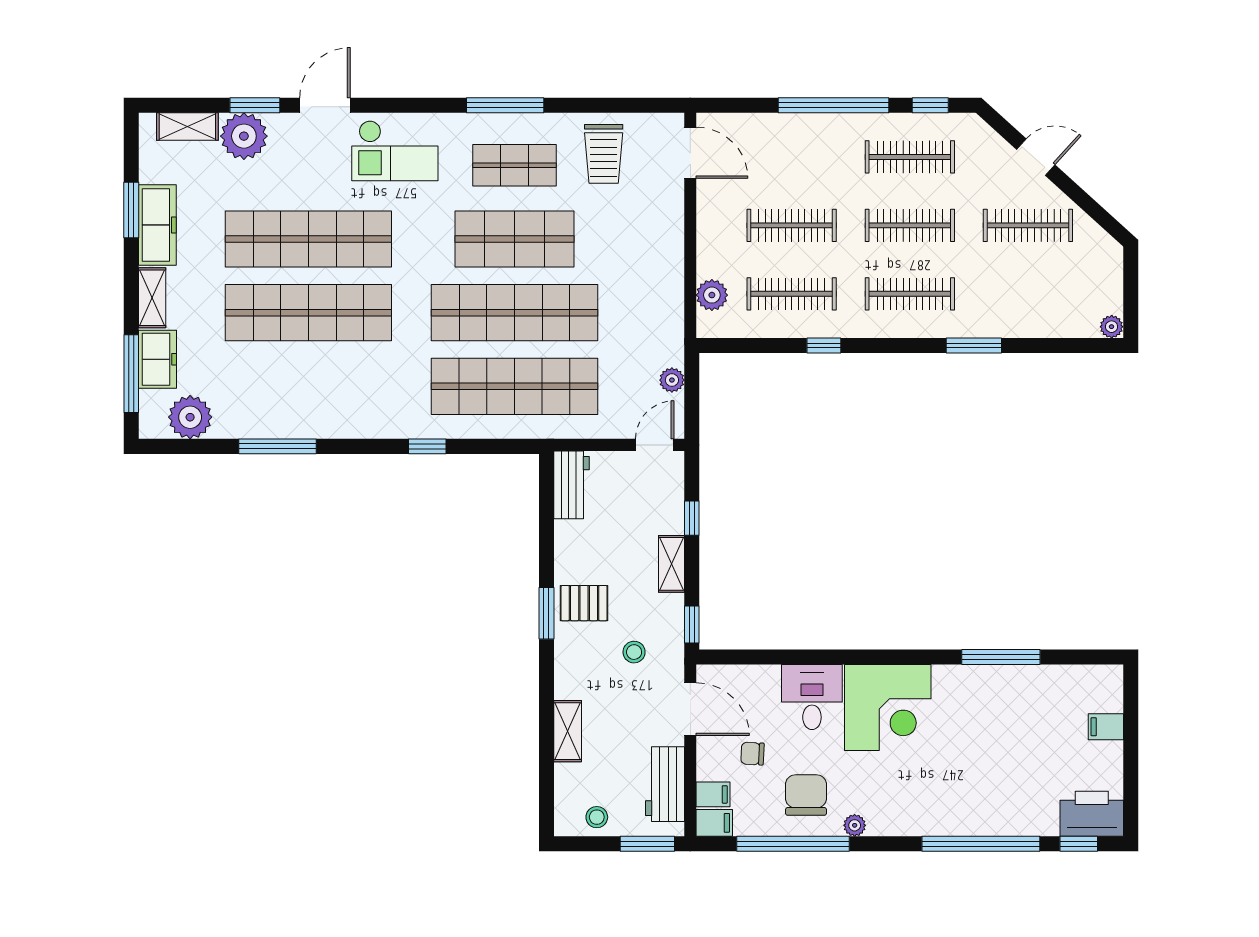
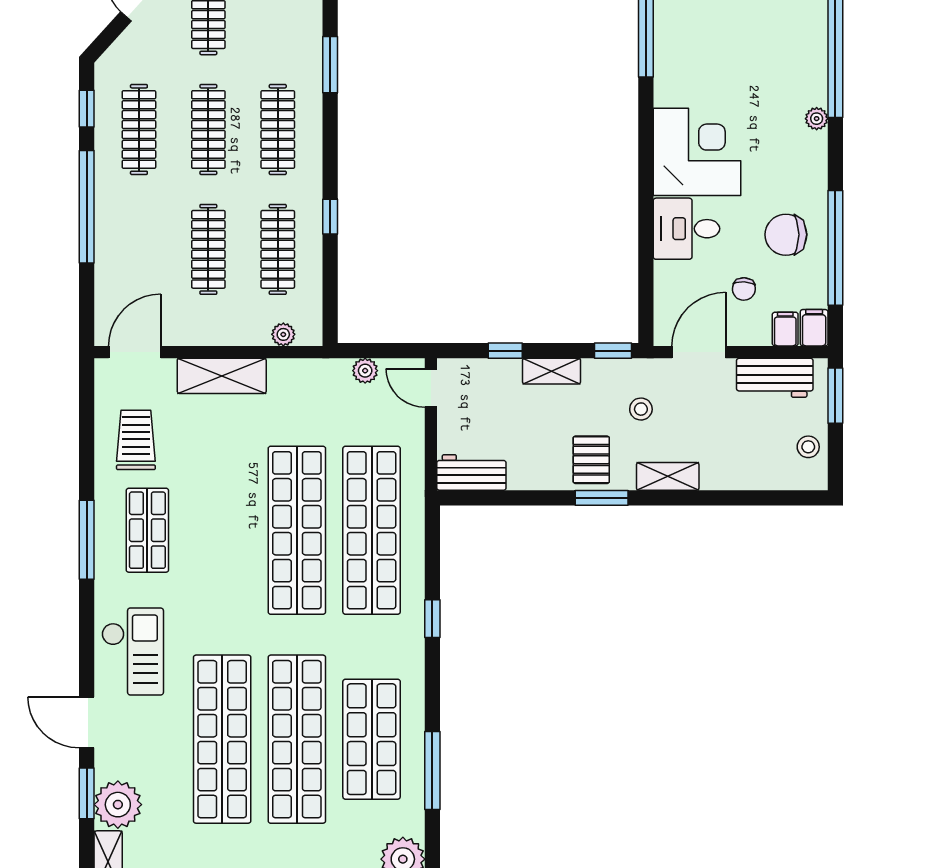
trolley: (604, 154) -> (136, 440), turned -90
shop shelf: (515, 239) -> (372, 739), moved
shelving: (667, 239) -> (222, 376), added
plant: (712, 295) -> (283, 334), width x0.73, depth x0.73
shelving: (568, 731) -> (668, 476), moved
plant: (855, 825) -> (817, 119), moved

